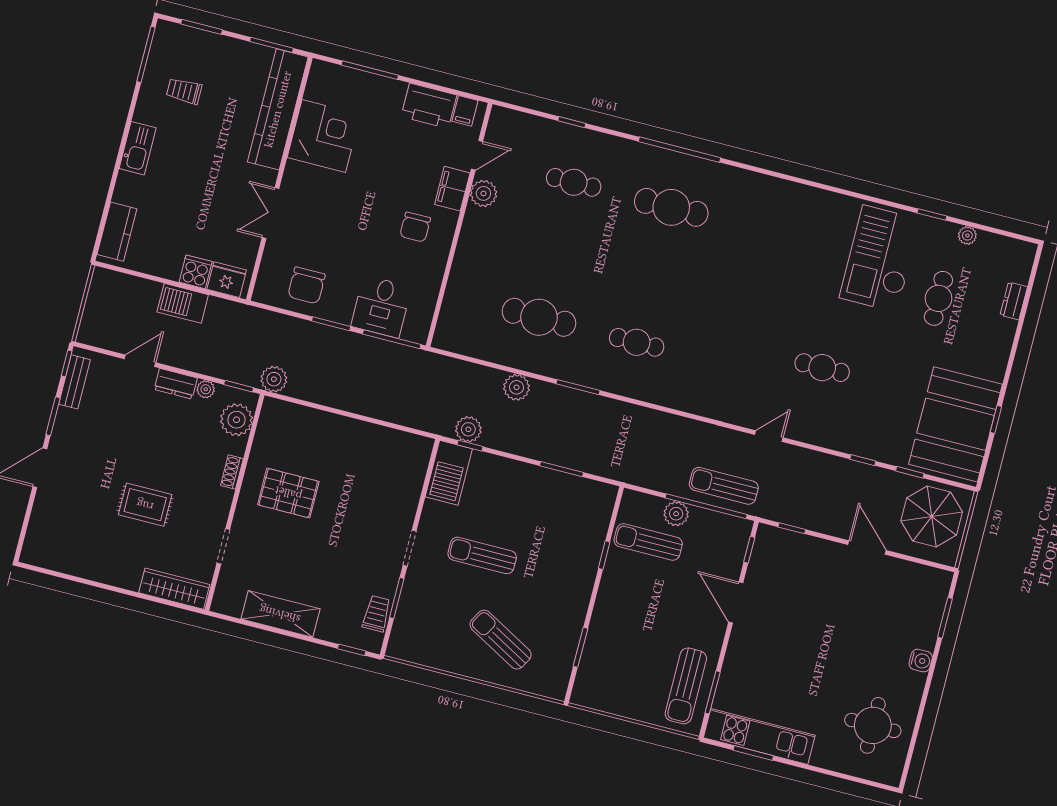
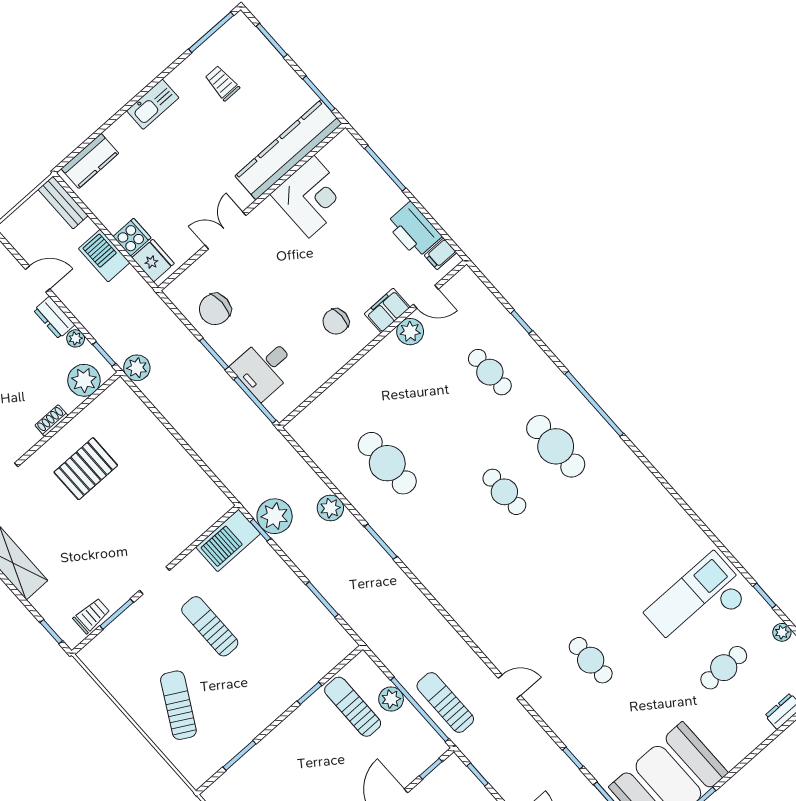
bench: (118, 282) -> (63, 203), added
cafe table: (637, 342) -> (504, 492), moved
plant: (468, 429) -> (275, 516), width x1.36, depth x1.36
pallet: (288, 493) -> (86, 469), turned 90

